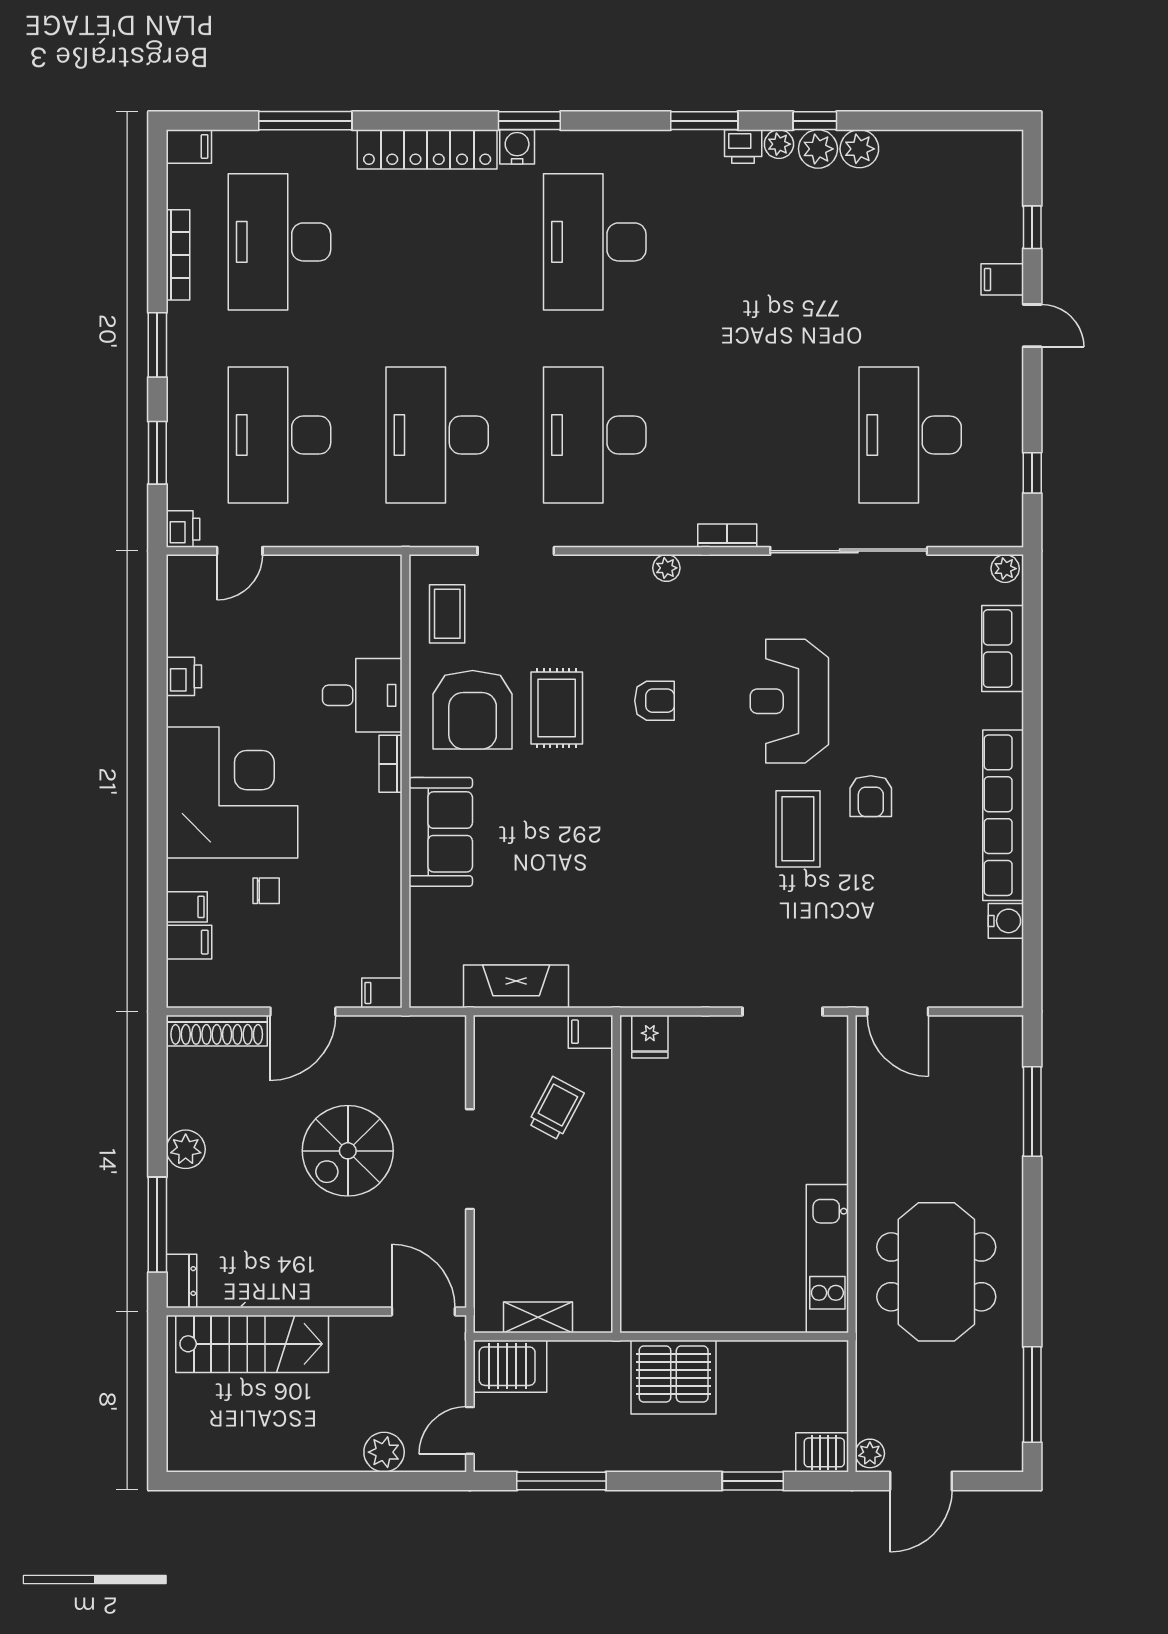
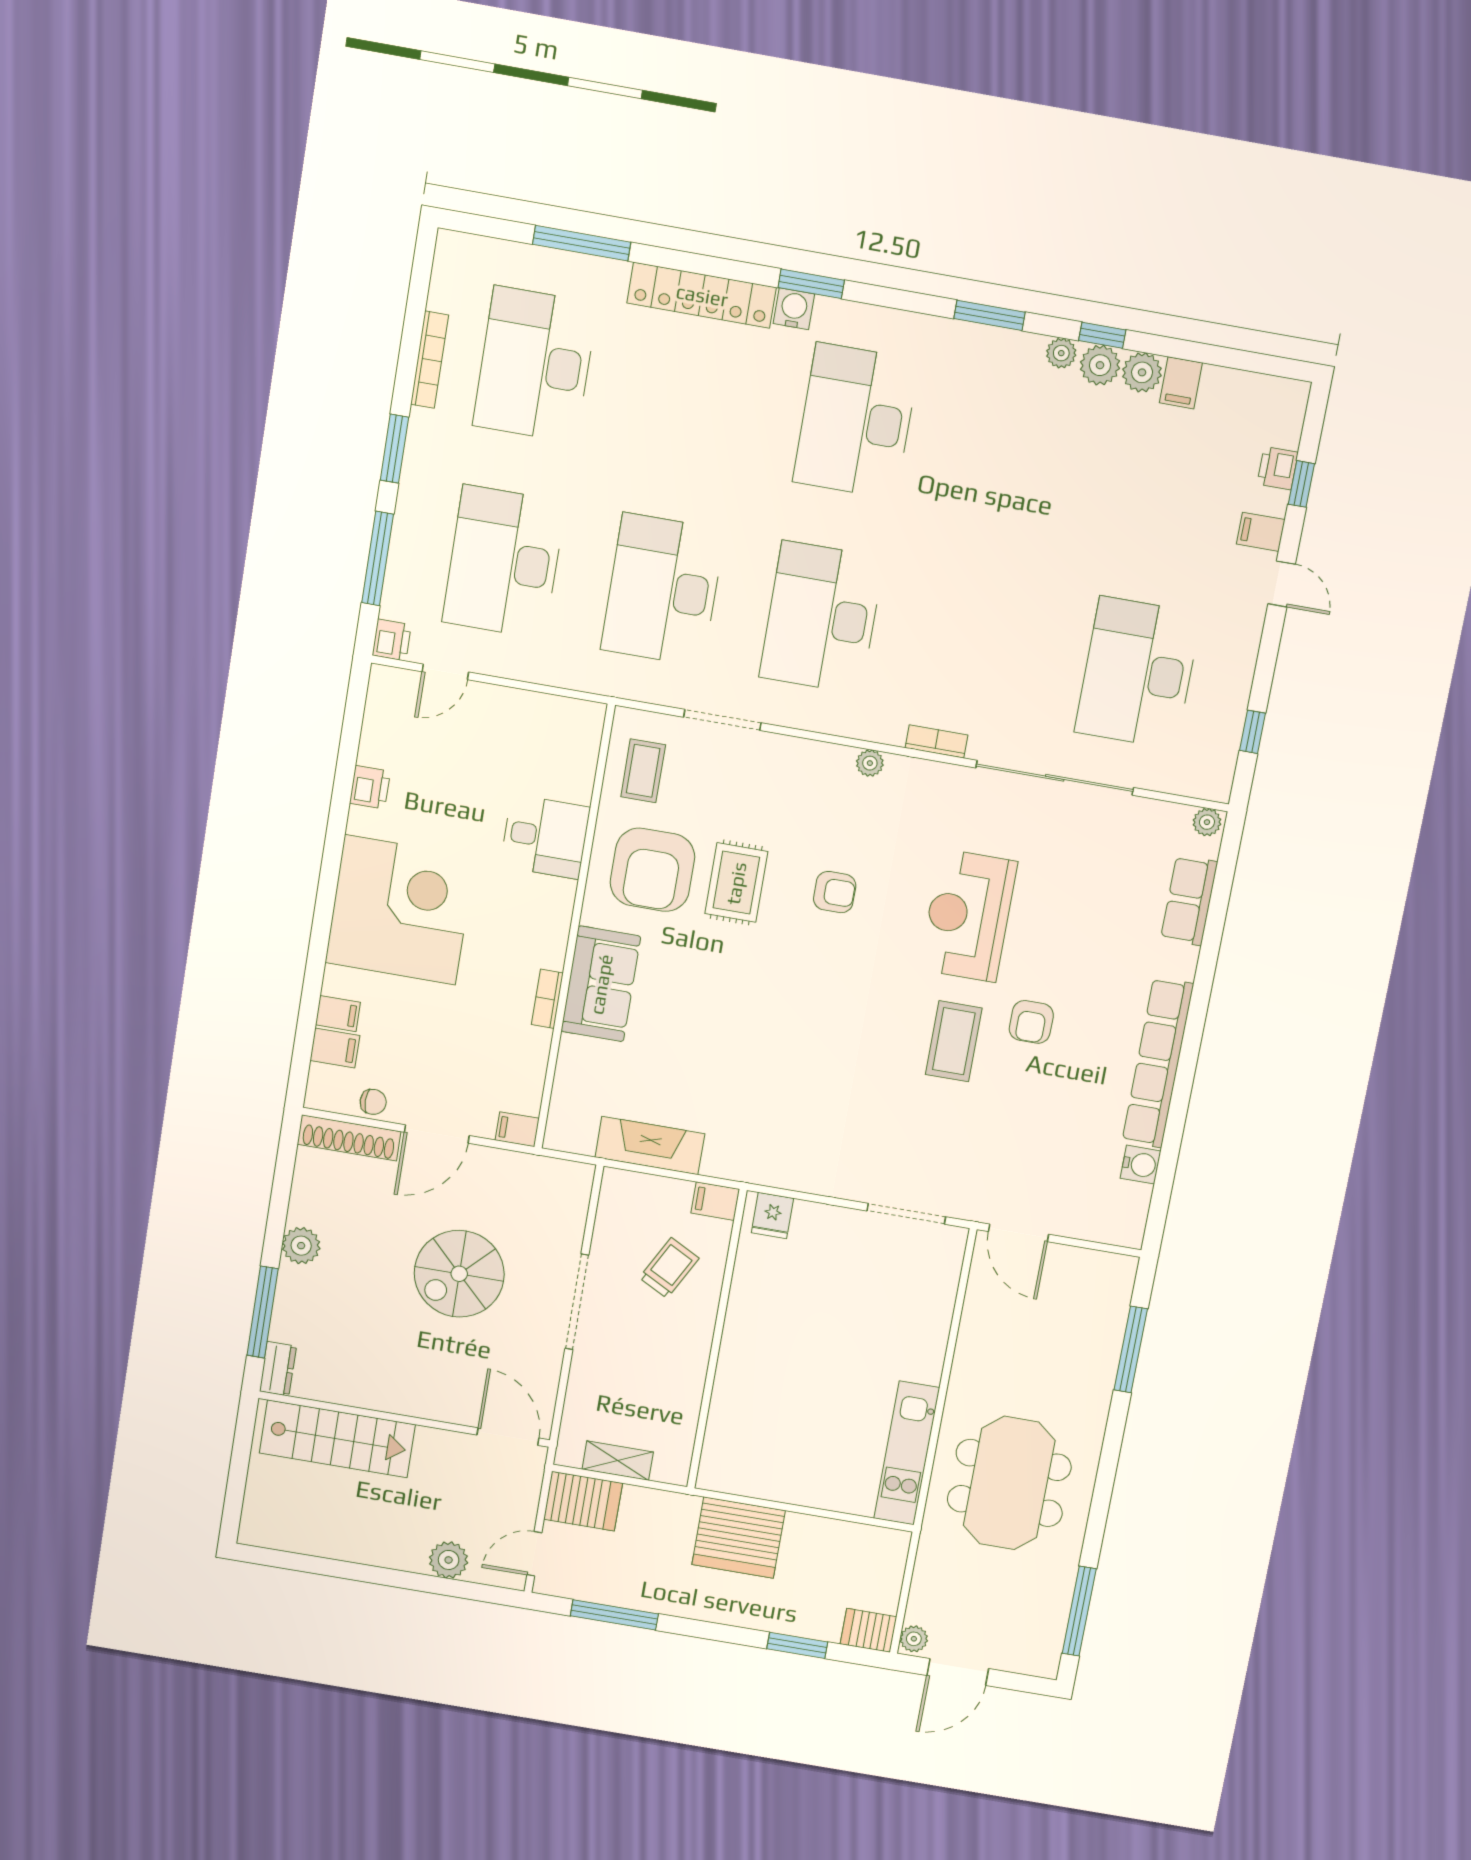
filing cabinet: (189, 146) -> (1181, 383), moved, turned 90
printer: (743, 146) -> (1278, 468), moved, turned 90
window: (157, 453) -> (378, 558), width x1.44
bookcase: (391, 764) -> (547, 999), moved
chair: (266, 891) -> (373, 1102), moved

